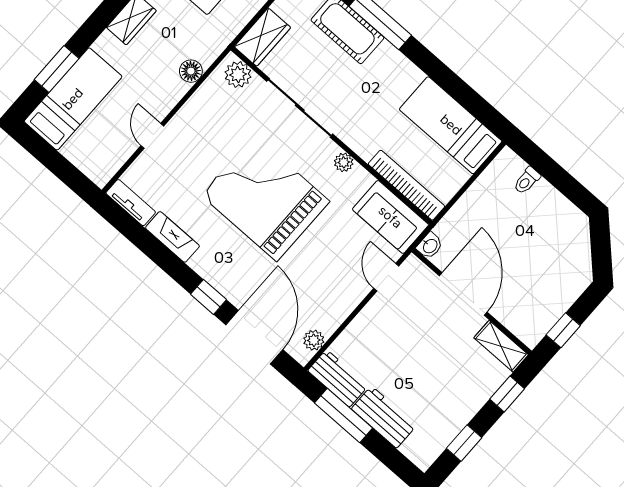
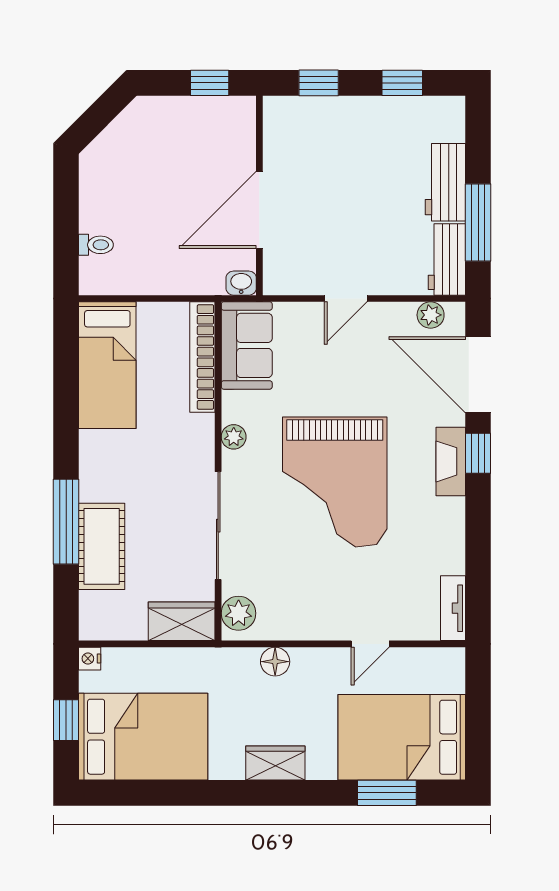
bed: (73, 99) -> (402, 737), width x1.50
fireplace: (172, 237) -> (451, 461), moved
door: (386, 277) -> (346, 298), moved
door: (254, 337) -> (478, 375), hinge flipped
shelving: (501, 346) -> (278, 129), removed

